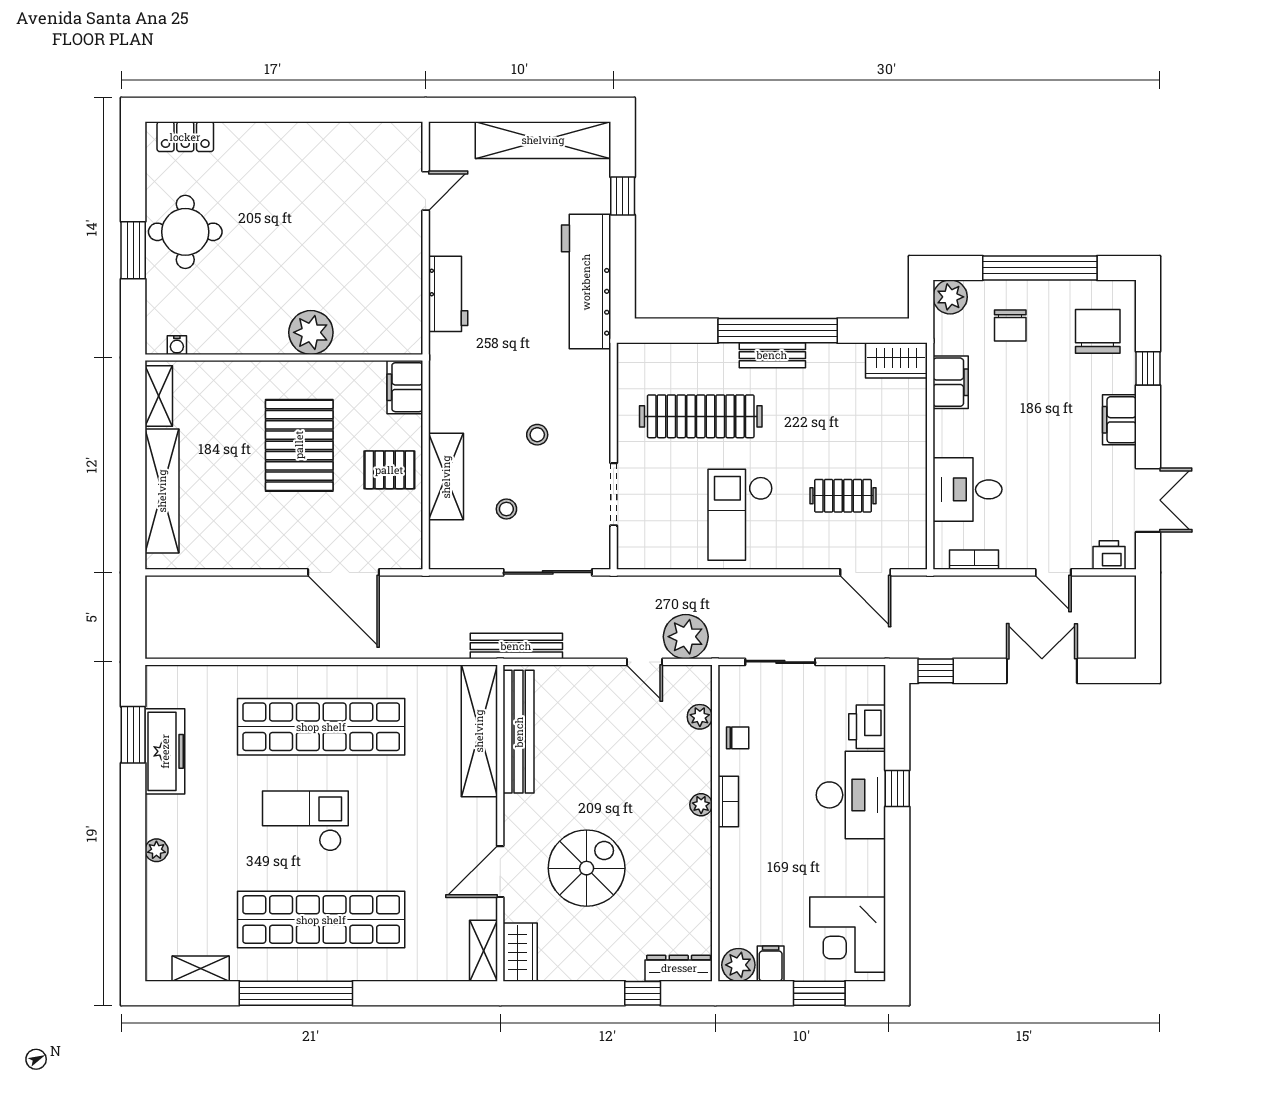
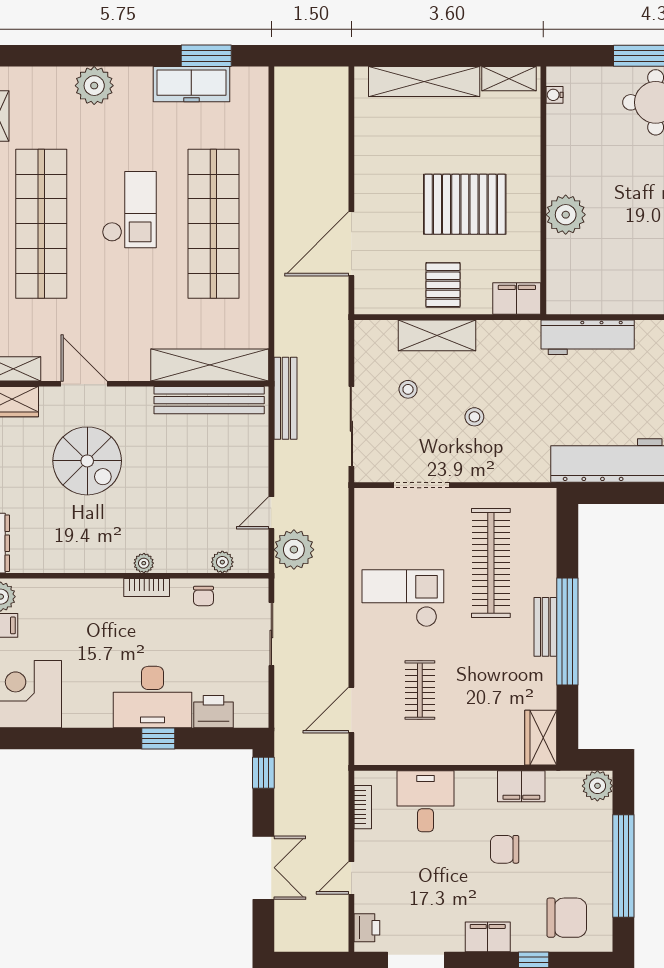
workbench: (448, 294) -> (588, 337), width x1.38
chair: (1010, 326) -> (505, 849), moved
plant: (156, 850) -> (94, 86), width x1.87, depth x1.87

